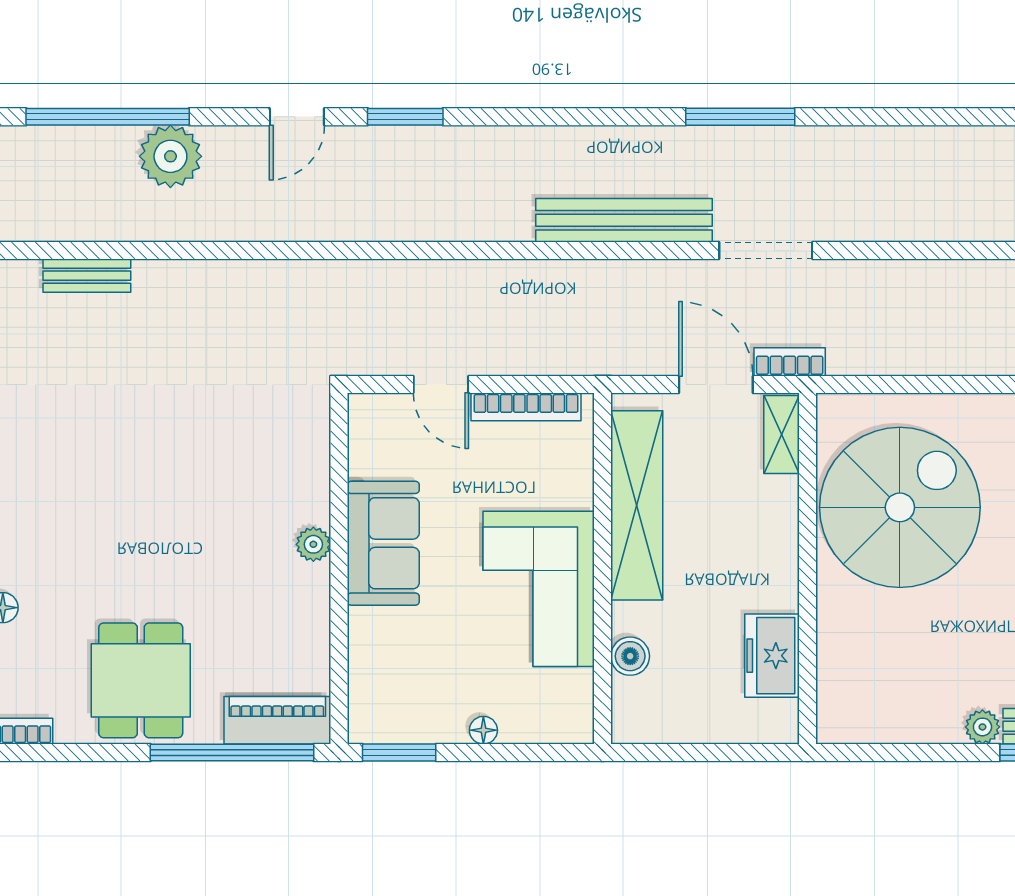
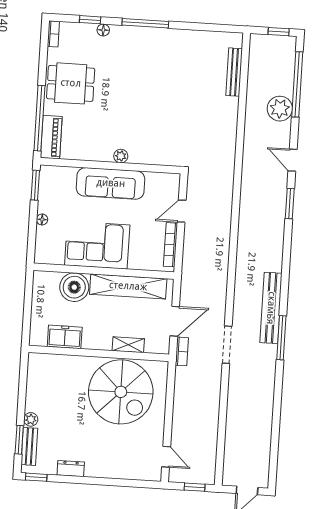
bench: (624, 220) -> (271, 308), moved
bench: (87, 276) -> (234, 72), width x1.36
shelving: (782, 435) -> (128, 345), moved
sofa: (383, 543) -> (111, 183), width x1.36
boiler: (630, 656) -> (74, 287), width x1.86, depth x1.86

